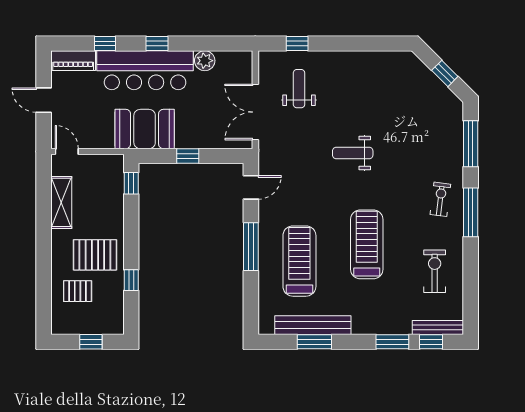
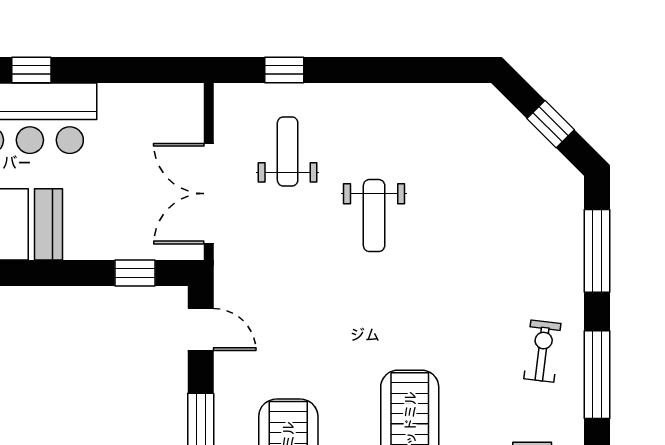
plant: (205, 61) -> (117, 101), removed
weight bench: (353, 153) -> (374, 216), moved, turned -90
window: (188, 156) -> (135, 273), moved
door: (251, 187) -> (201, 330), hinge flipped

